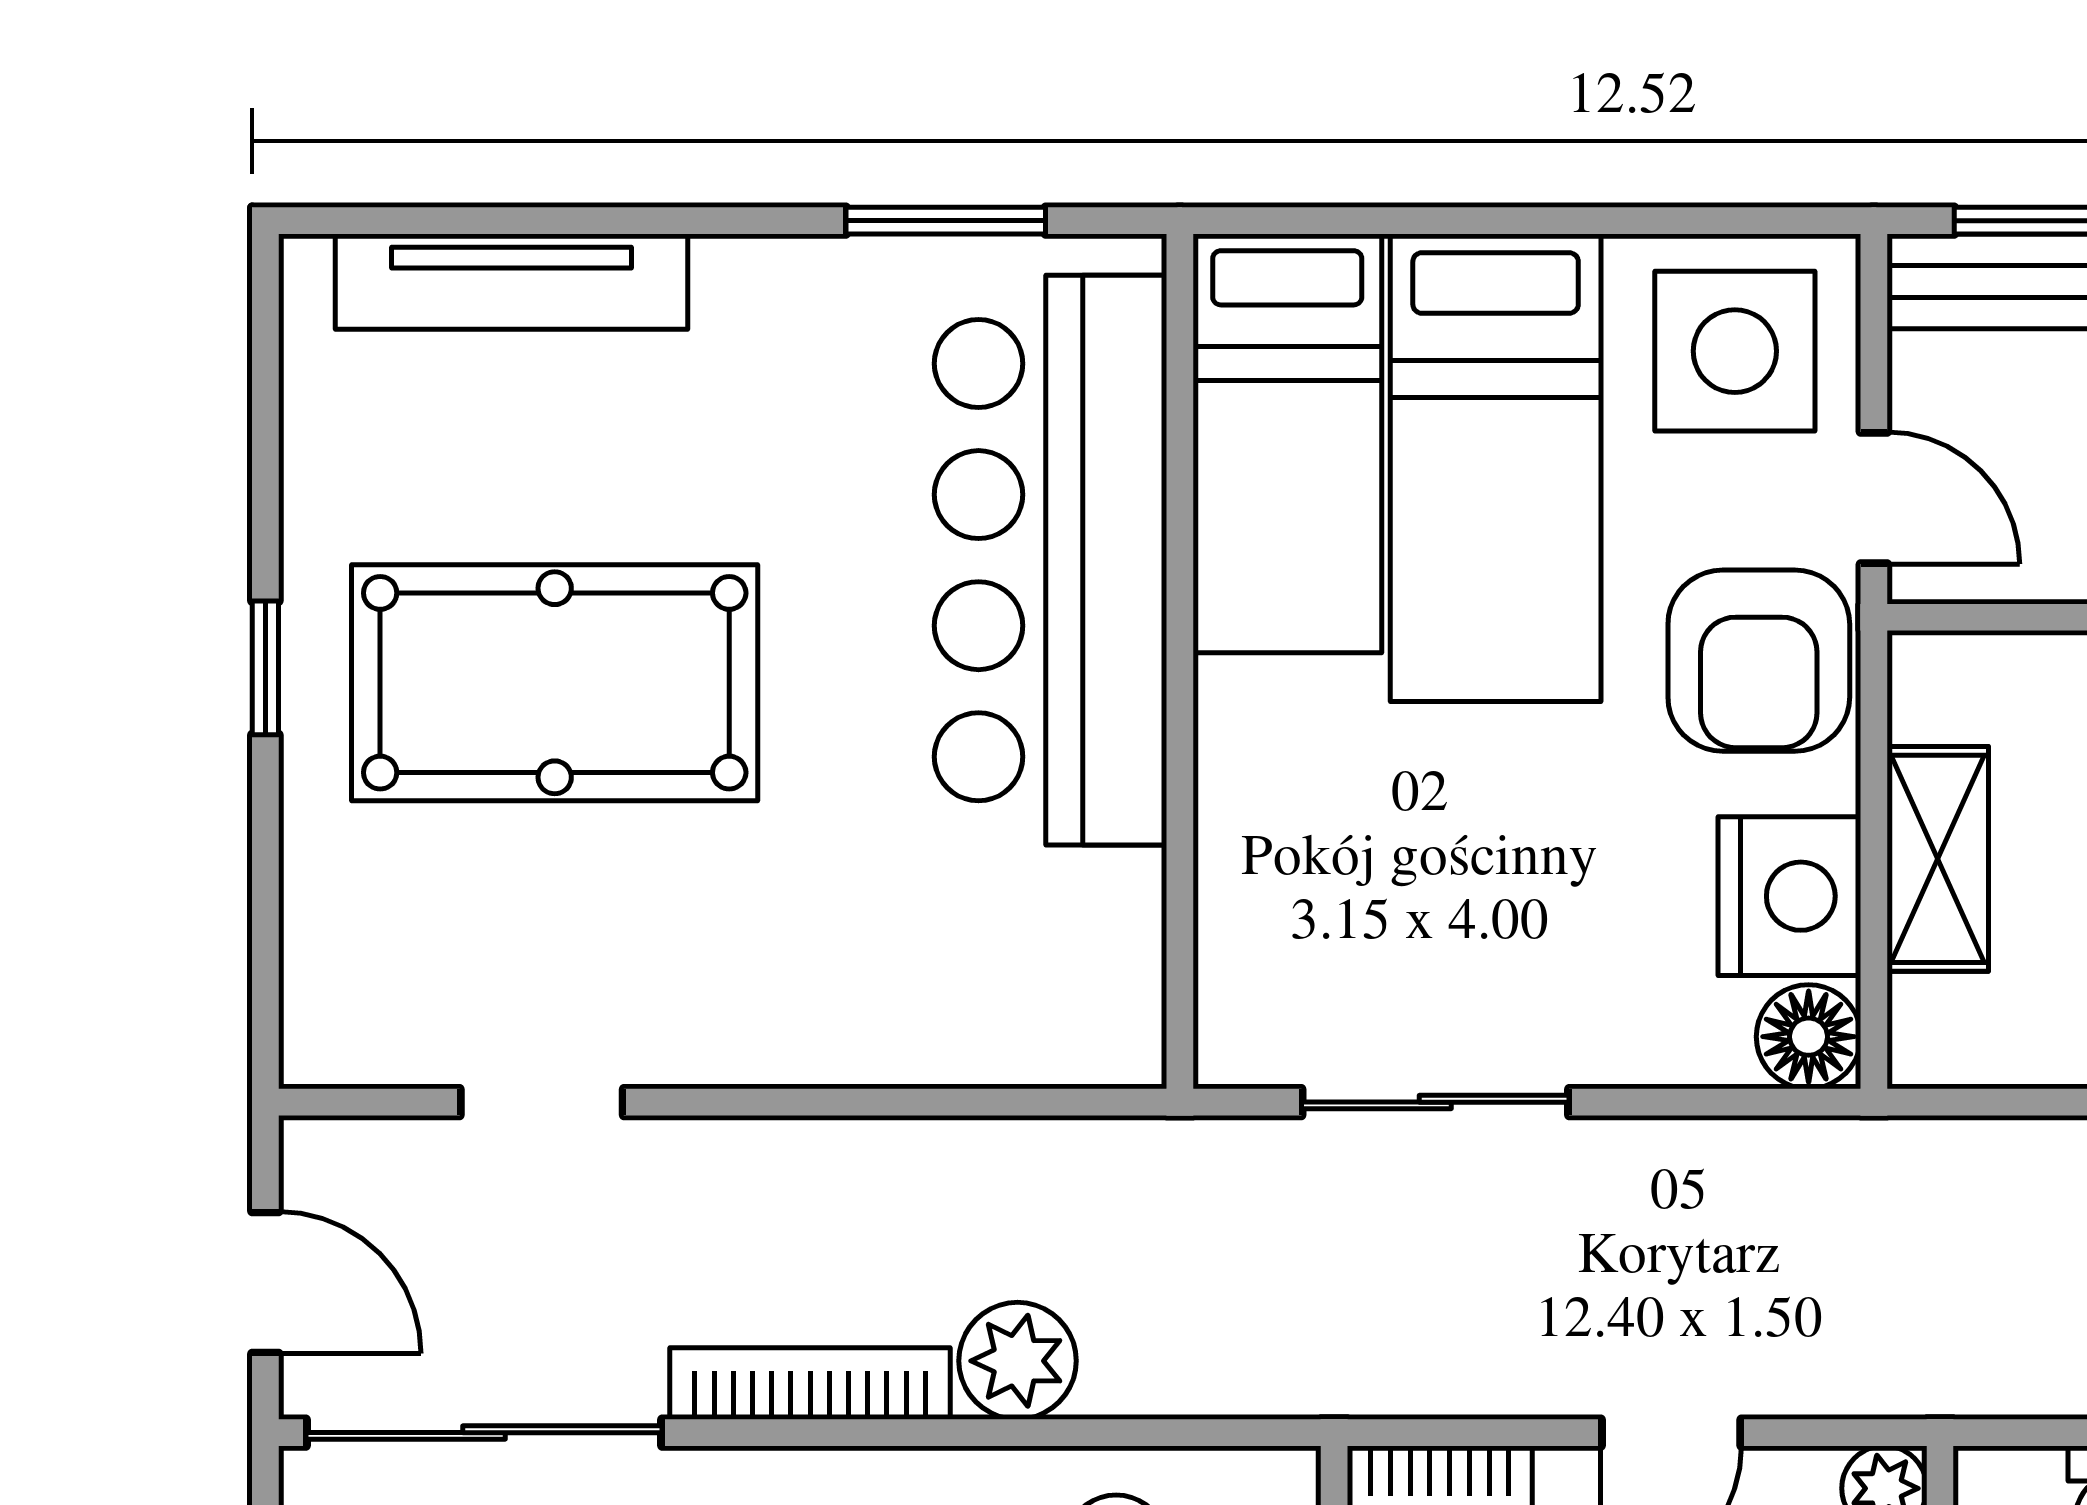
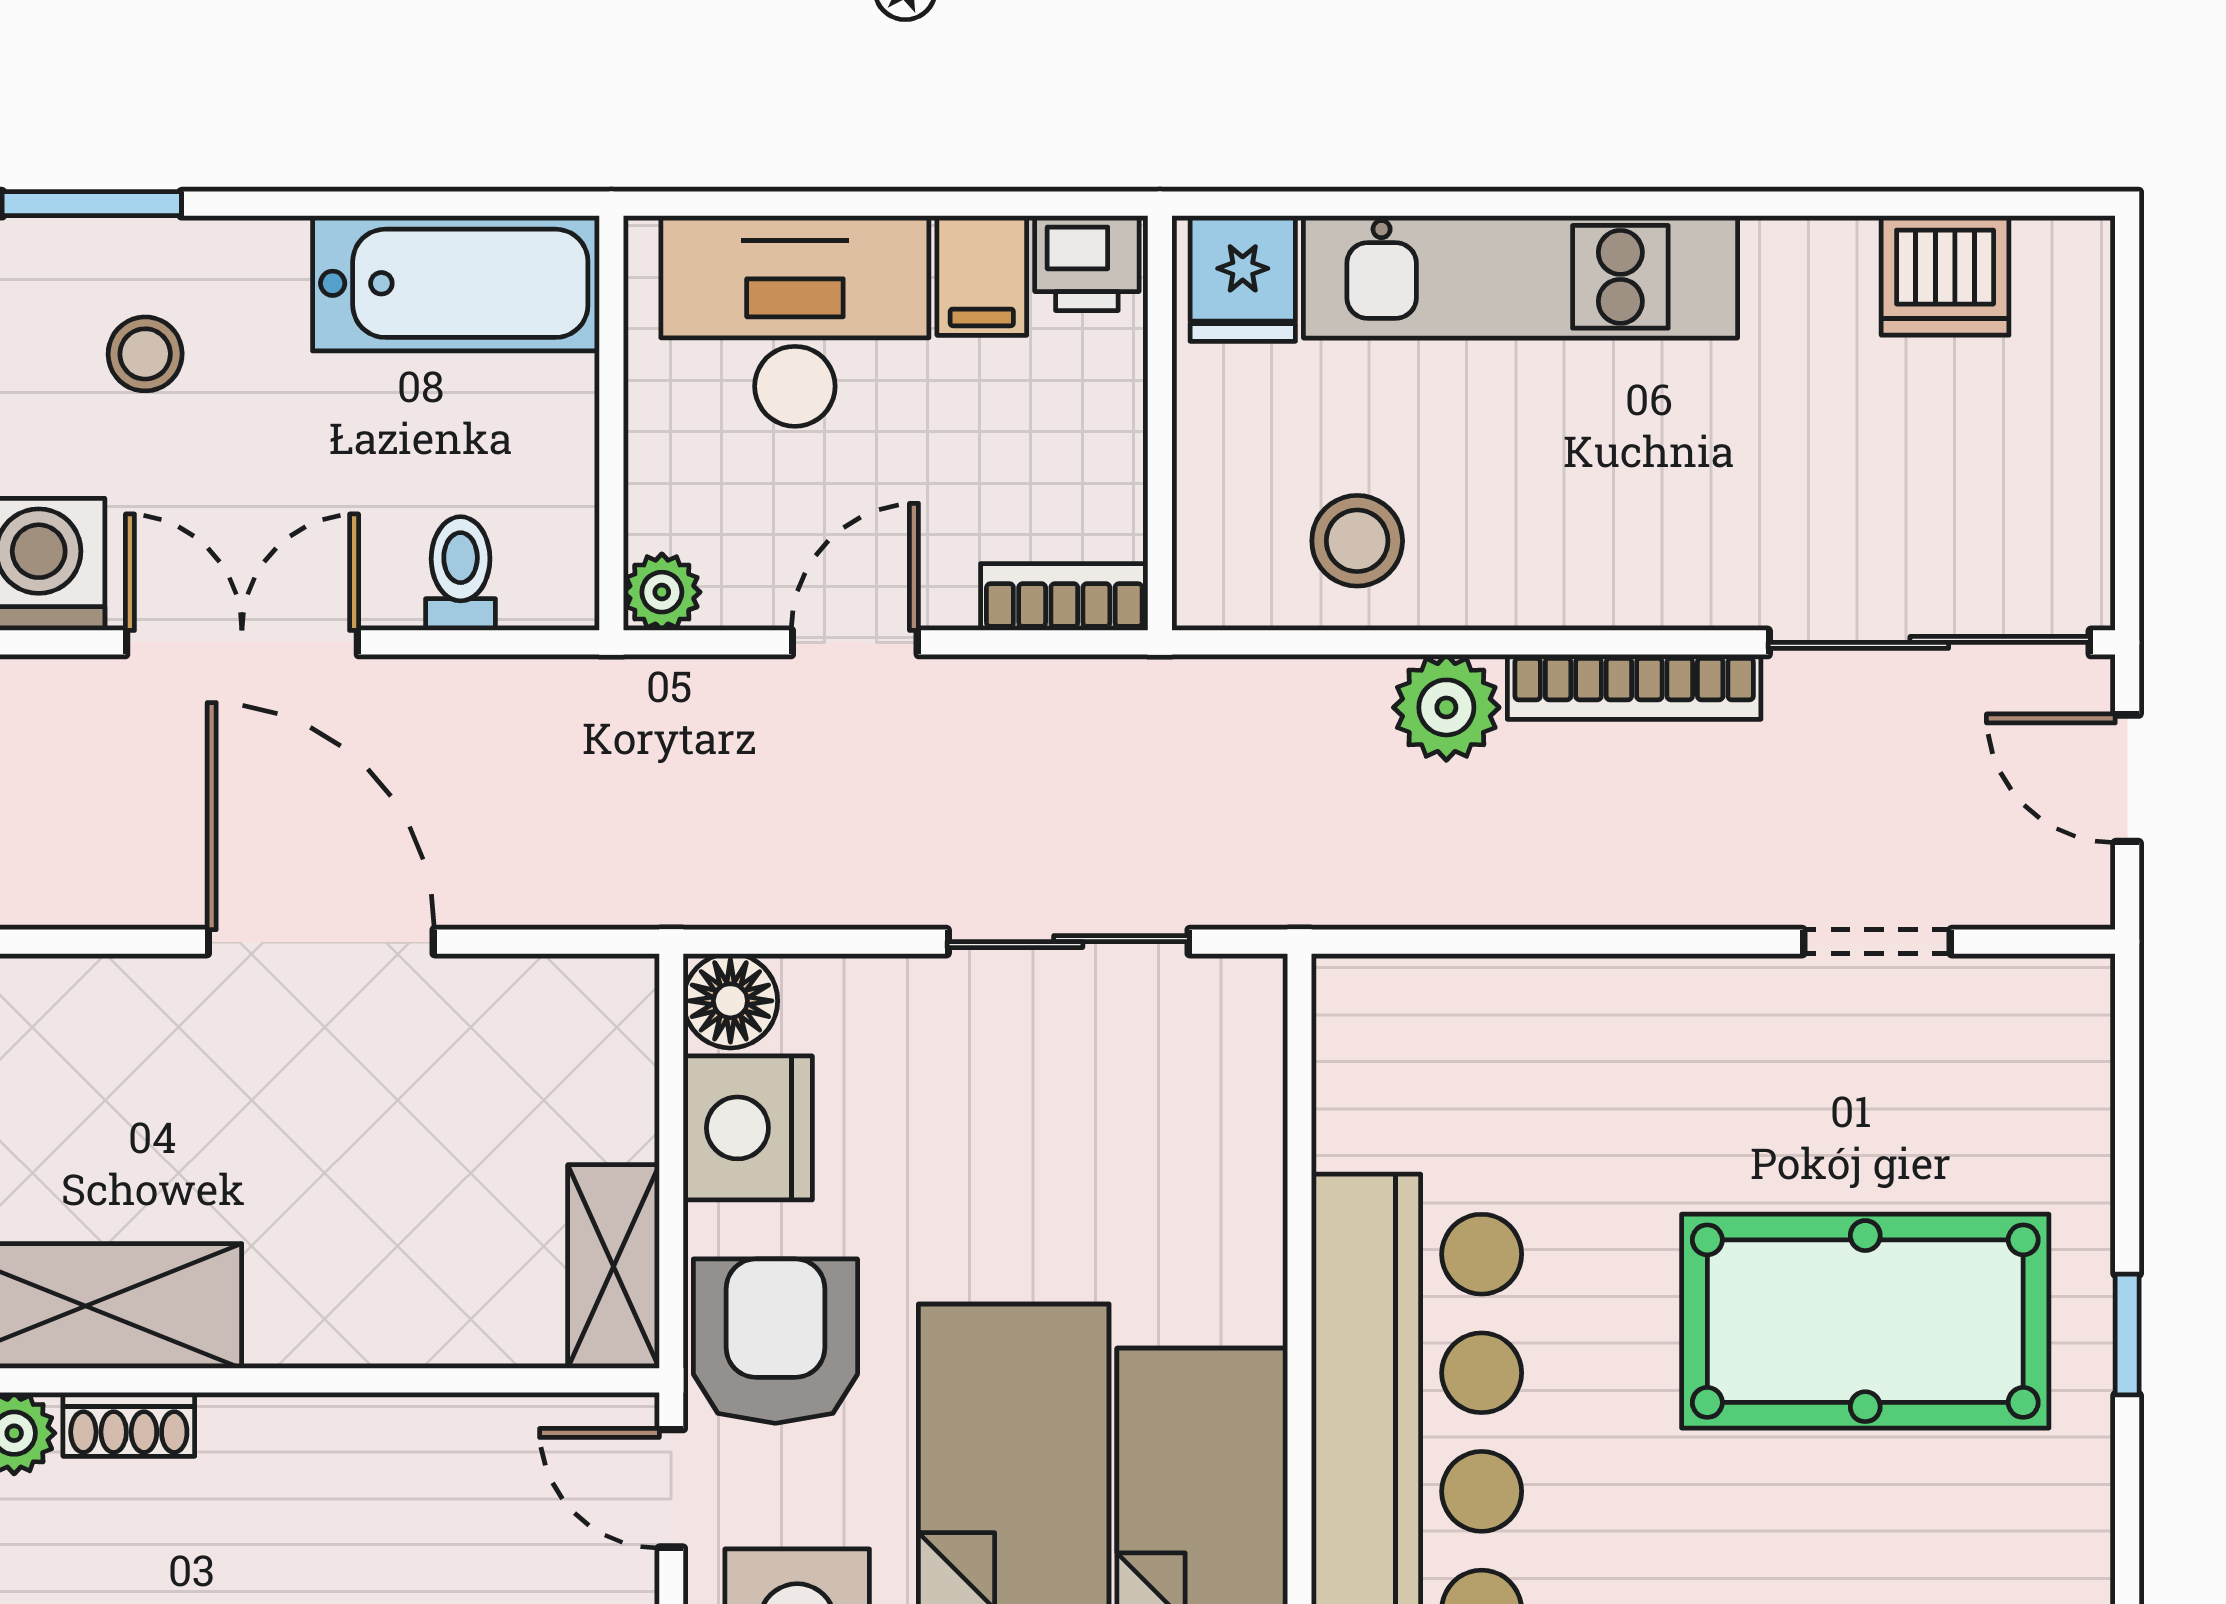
shelving: (1938, 859) -> (613, 1267), moved

